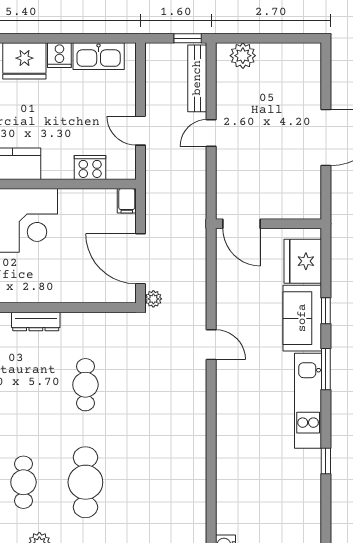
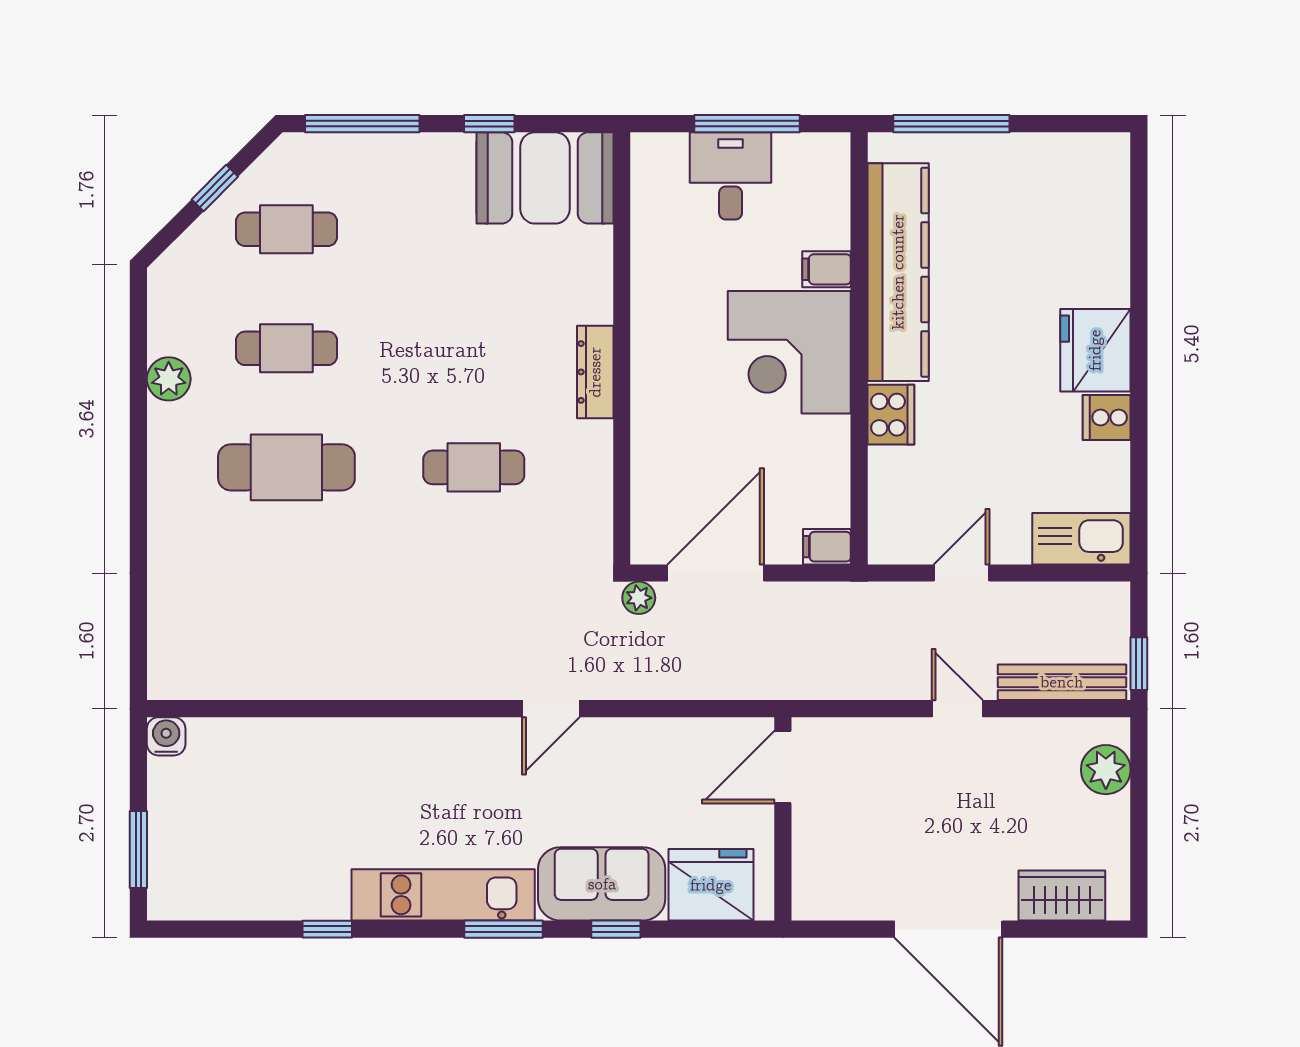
kitchen sink: (99, 56) -> (1081, 539), moved, turned 90
wardrobe: (308, 78) -> (1062, 896), added
cooker: (90, 168) -> (891, 415), moved

